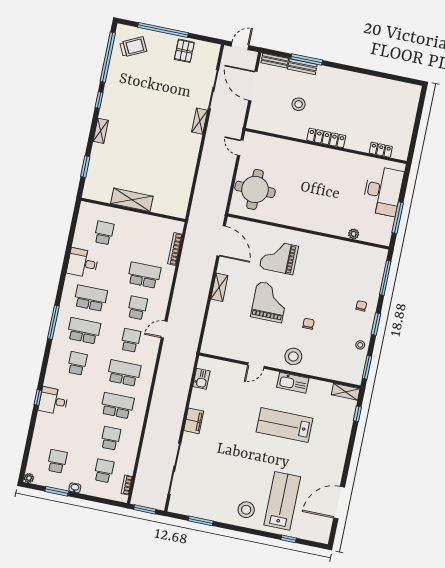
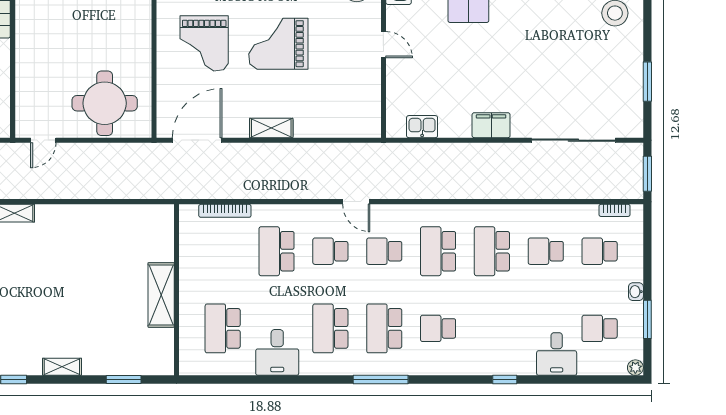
school desk: (104, 233) -> (223, 328), width x1.85
desk: (53, 401) -> (557, 354), moved

